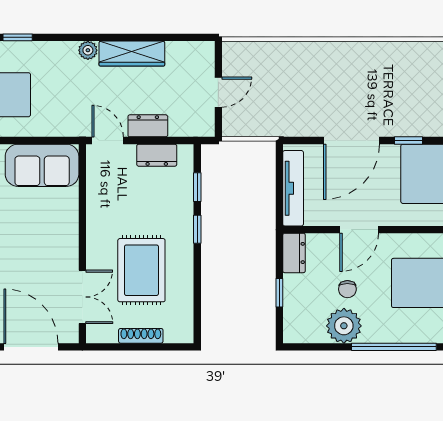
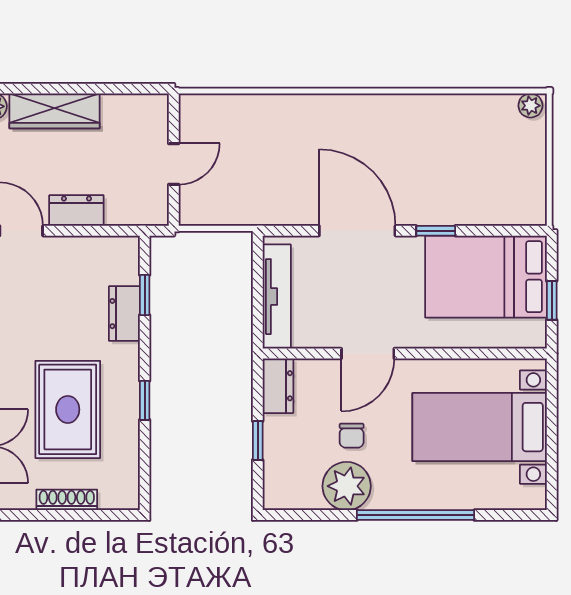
door: (352, 141) -> (357, 231), swing flipped
dresser: (157, 155) -> (124, 314), moved, turned 90
window: (197, 229) -> (145, 400), moved

